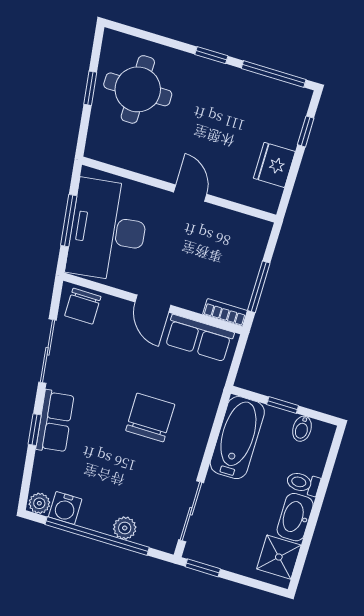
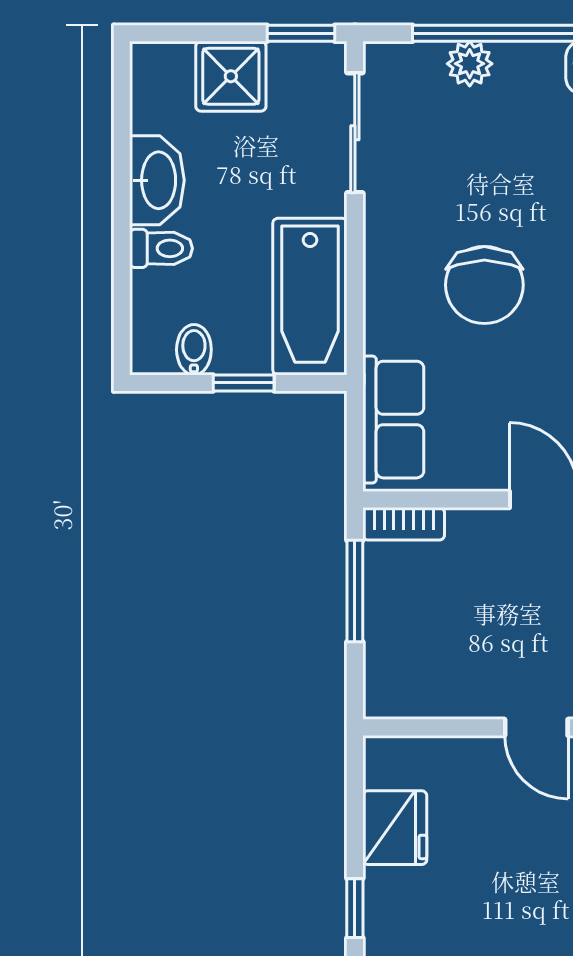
row of seats: (199, 338) -> (393, 420), moved, turned 90
shower: (279, 557) -> (231, 76), moved

